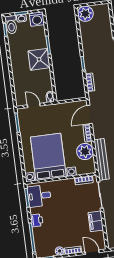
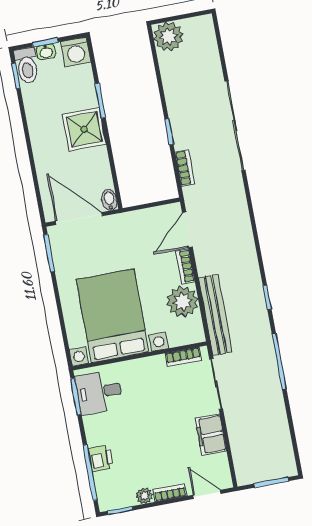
door: (34, 105) -> (79, 218), width x1.88
printer: (37, 220) -> (101, 458), moved

